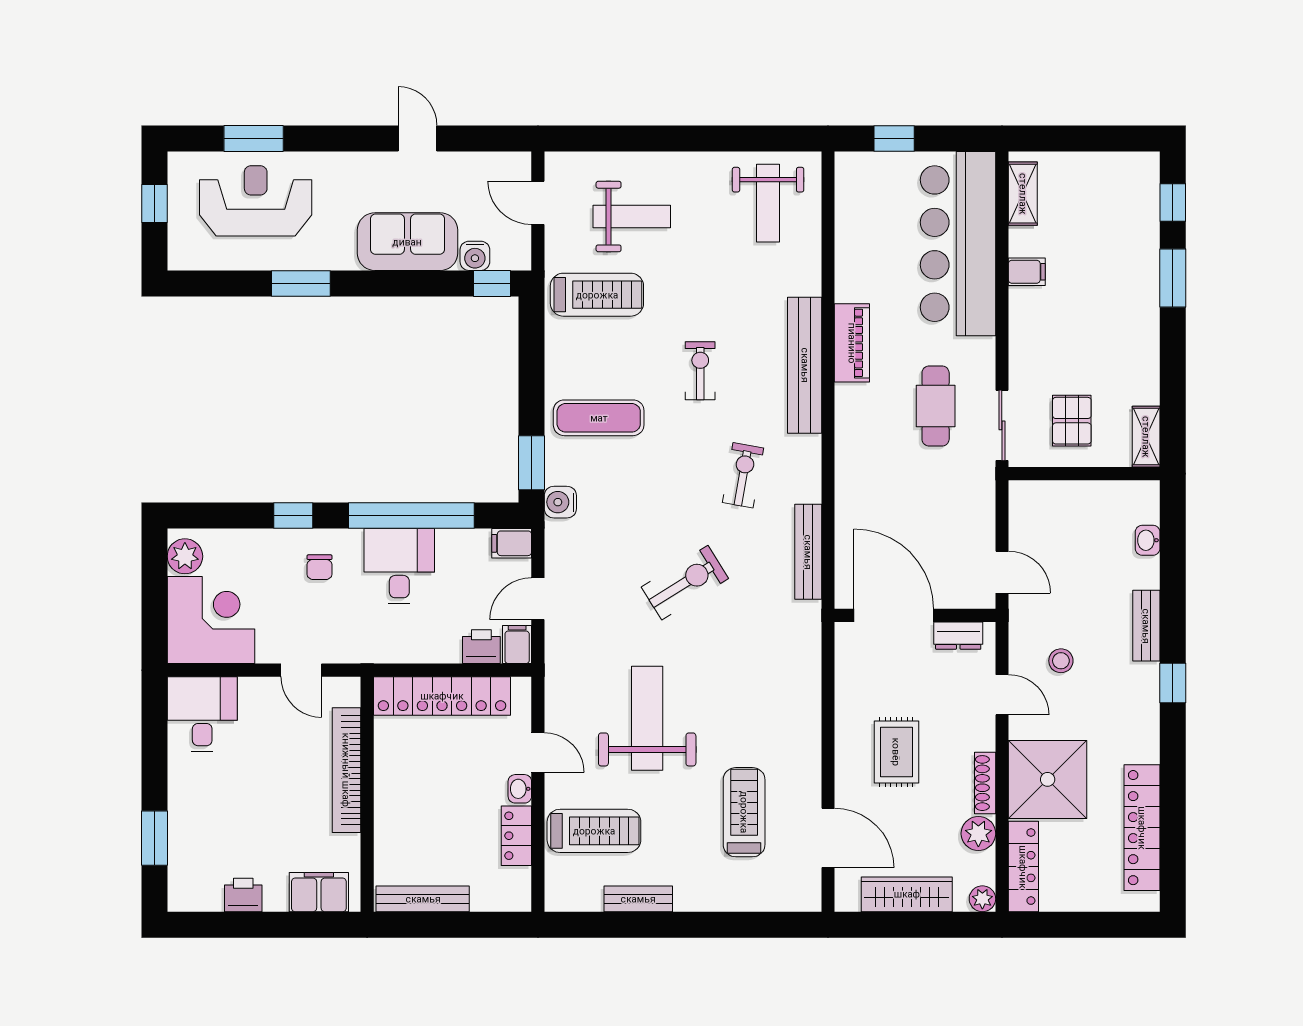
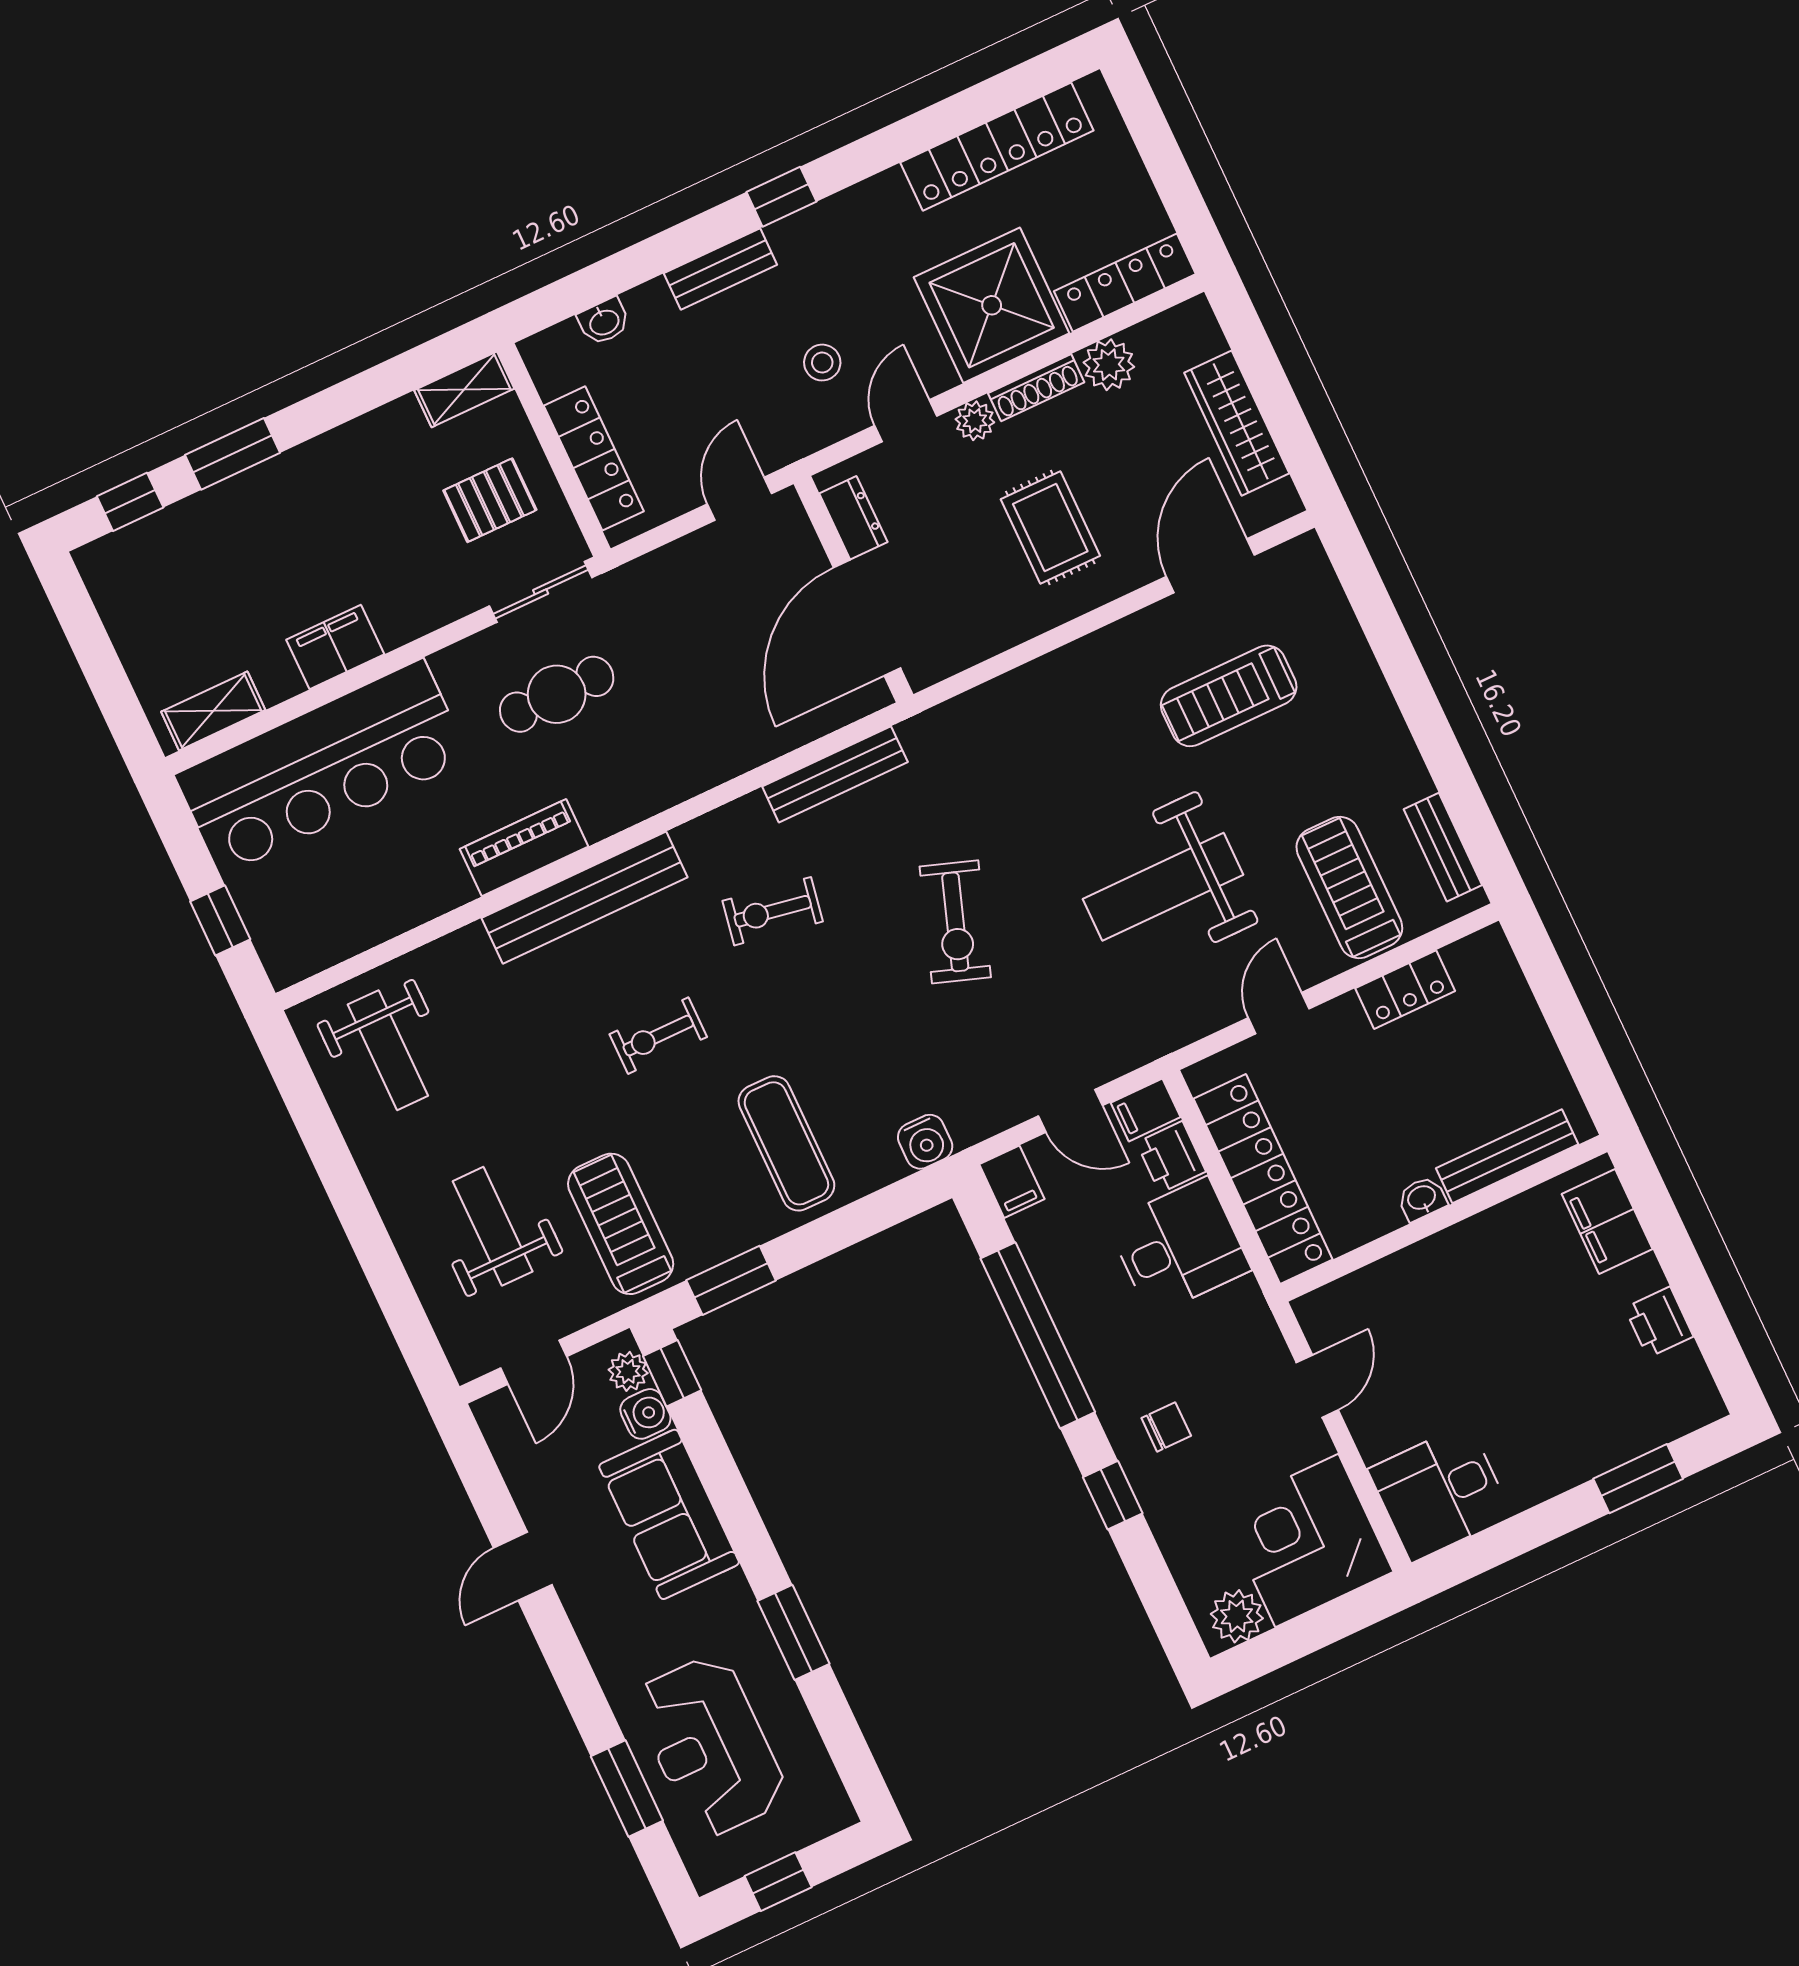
weight bench: (768, 203) -> (388, 1050), turned 90
plant: (506, 257) -> (628, 1371), added
filing cabinet: (1027, 272) -> (335, 647), width x2.00
window: (531, 463) -> (731, 1280), moved
locker: (1068, 495) -> (594, 458), added
desk: (399, 566) -> (1179, 1247), moved, turned 180
exercise bike: (685, 583) -> (955, 922), turned -129
rug: (896, 752) -> (1050, 528), turned 90
bookcase: (346, 770) -> (1424, 1261), removed
washbasin: (520, 789) -> (1422, 1198), moved, turned 180
bench: (423, 899) -> (1507, 1156), moved, turned 90
bench: (638, 899) -> (1443, 847), moved
plant: (982, 899) -> (975, 421), moved

